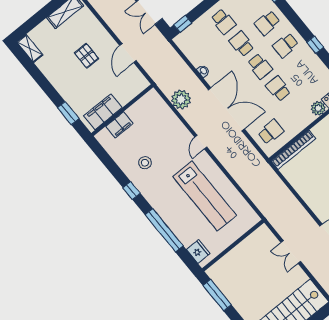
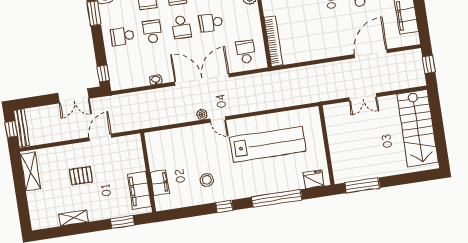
school desk: (223, 22) -> (122, 36), turned 180
school desk: (242, 44) -> (152, 32), turned 90
shelving: (30, 49) -> (74, 218), moved
door: (128, 53) -> (100, 137), swing flipped
school desk: (260, 66) -> (181, 27), turned 90
plant: (181, 99) -> (202, 114), moved, width x0.53, depth x0.53

